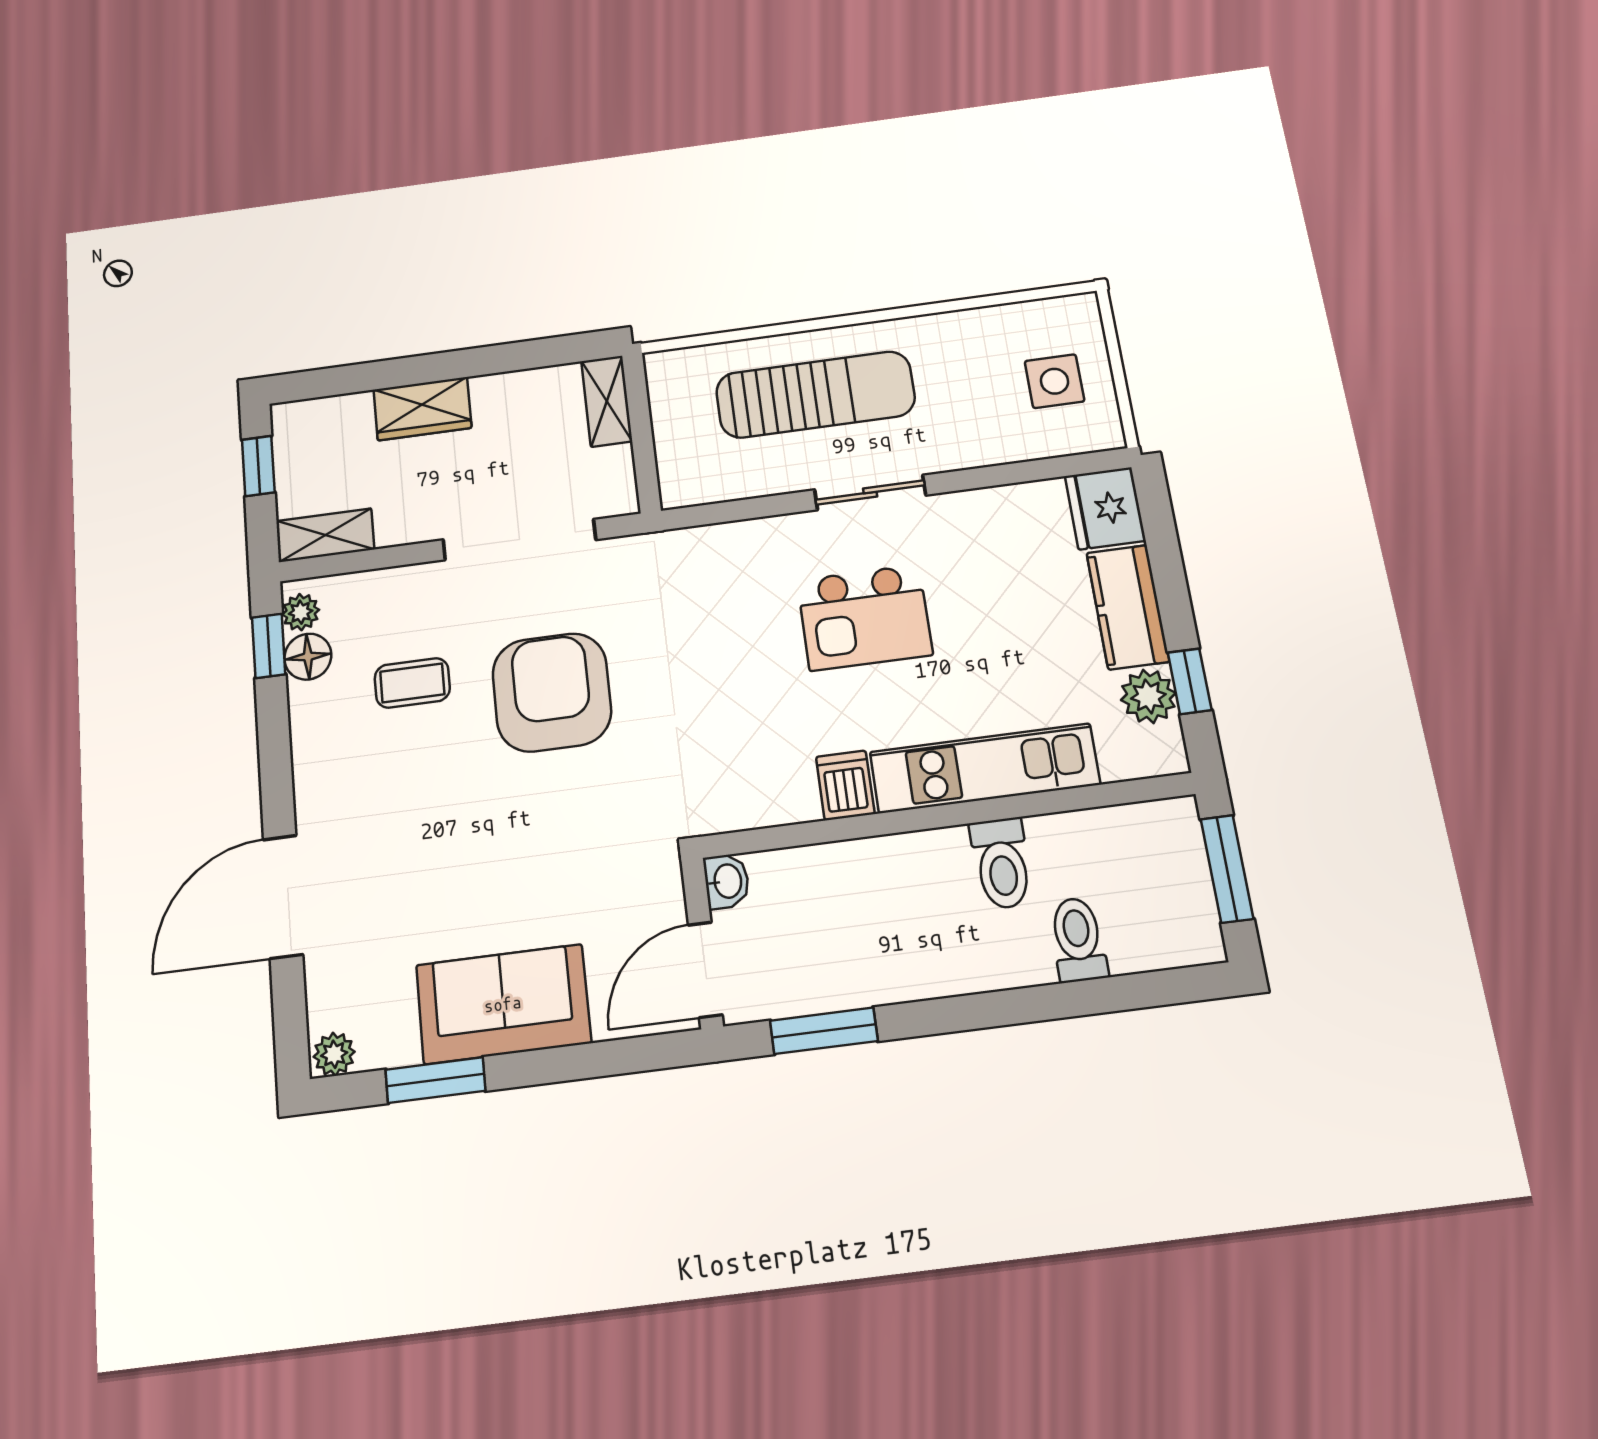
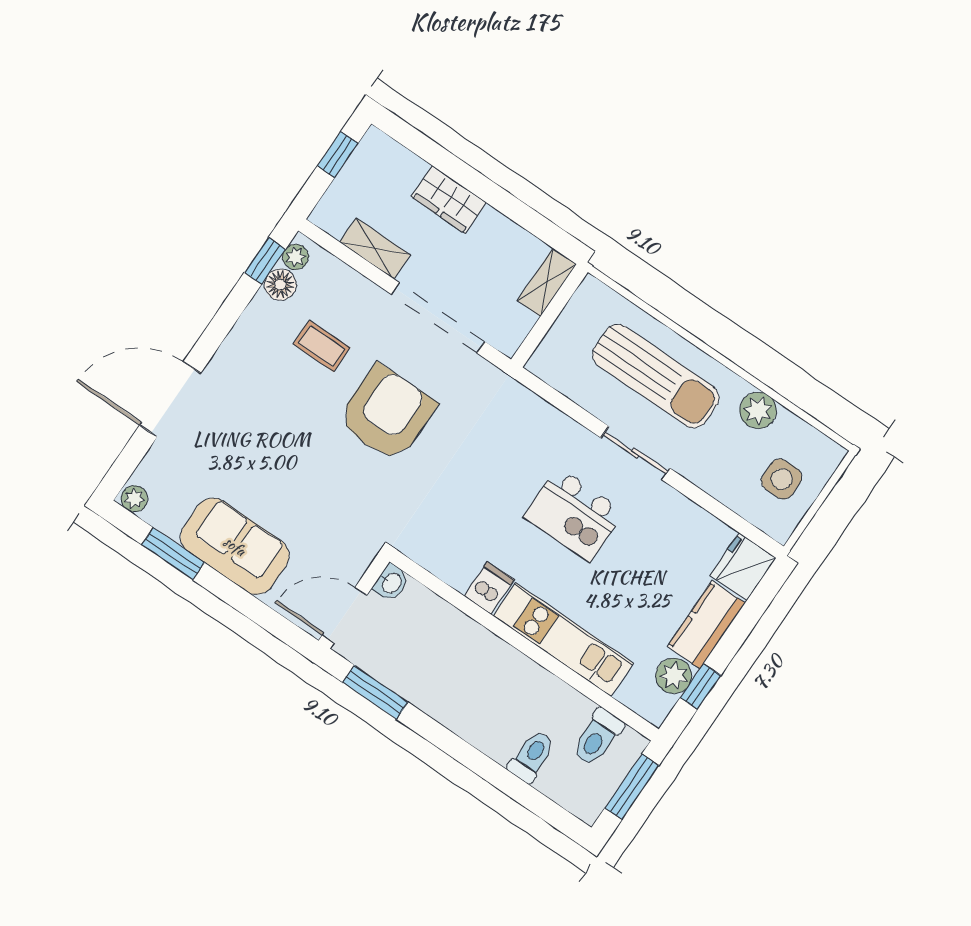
plant: (959, 334) -> (758, 410), added
shelving: (325, 535) -> (375, 248), moved
toilet: (1002, 863) -> (597, 737), moved

